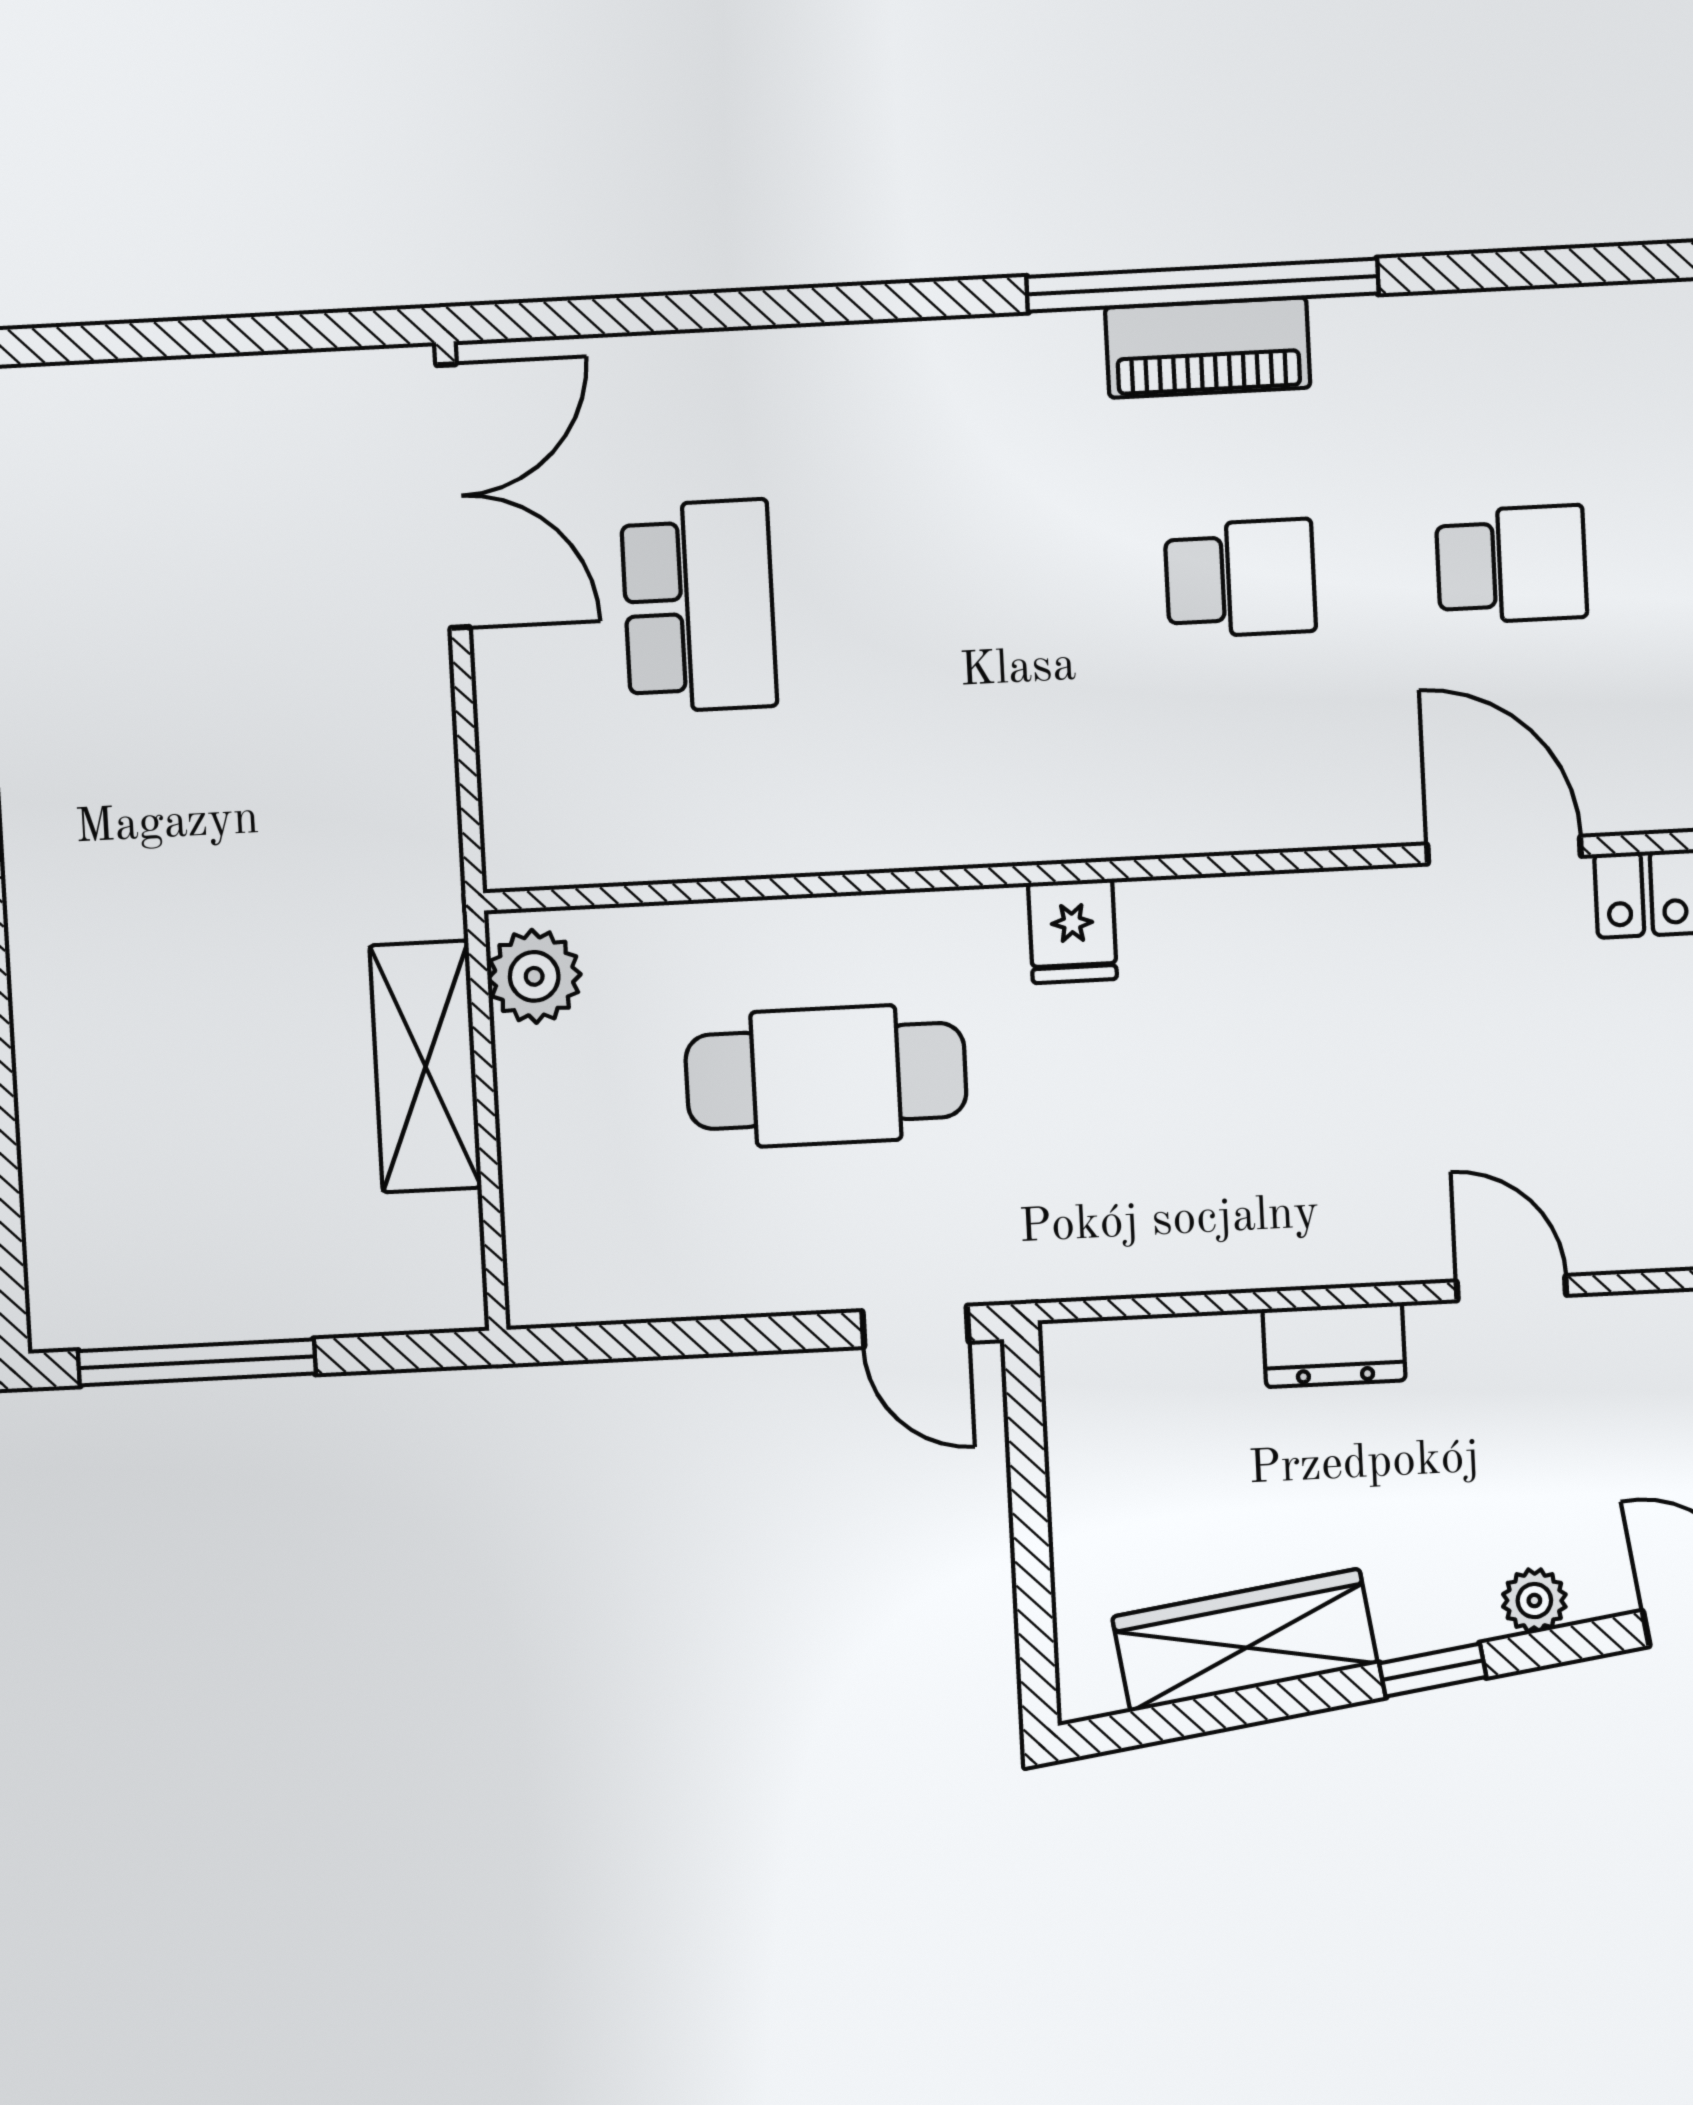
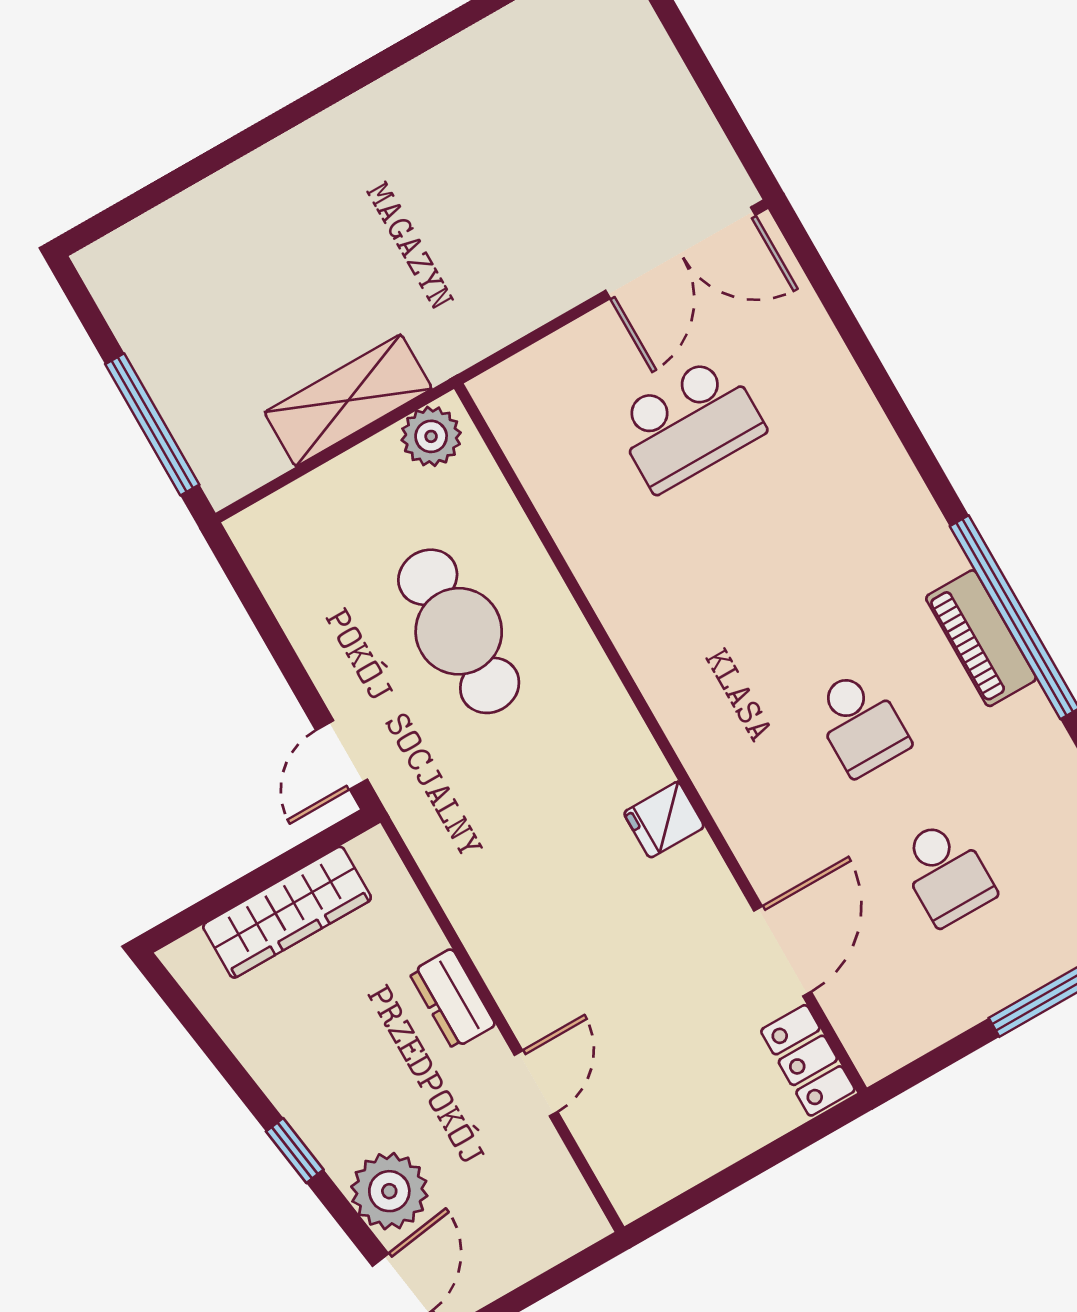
fridge: (1072, 931) -> (664, 820), moved
window: (197, 1362) -> (152, 424), moved
plant: (1534, 1601) -> (389, 1191), width x1.88, depth x1.88
wardrobe: (1245, 1640) -> (287, 912), moved, turned 98

